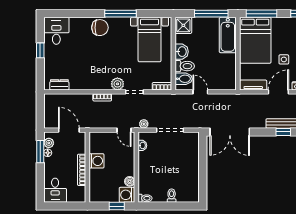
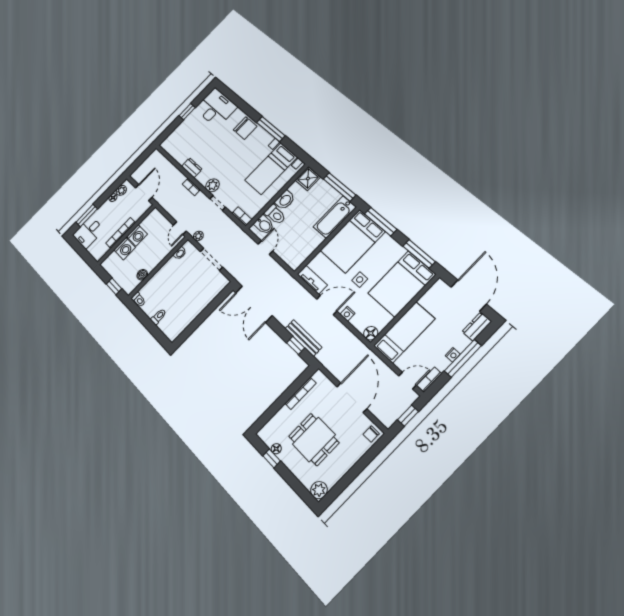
desk: (56, 31) -> (216, 108), width x1.37
dresser: (59, 85) -> (192, 168), moved
window: (40, 152) -> (87, 216), moved
washing machine: (127, 195) -> (125, 249), moved, turned 180

